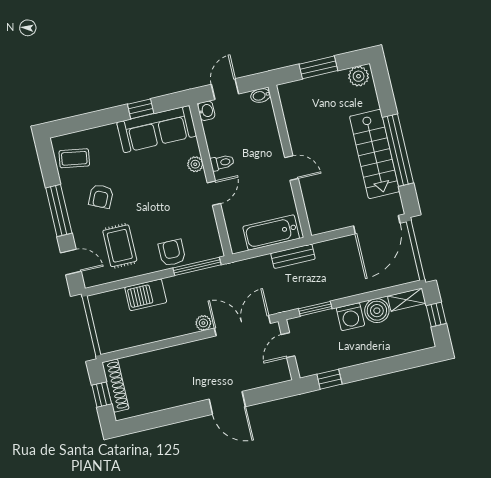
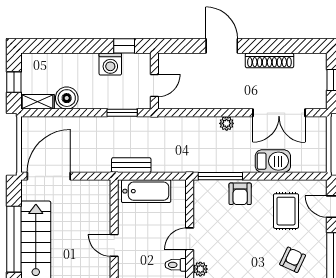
washing machine: (350, 317) -> (110, 64), moved, turned 180
double door: (242, 326) -> (279, 113), moved
shoe rack: (116, 386) -> (269, 60), moved, turned -90

